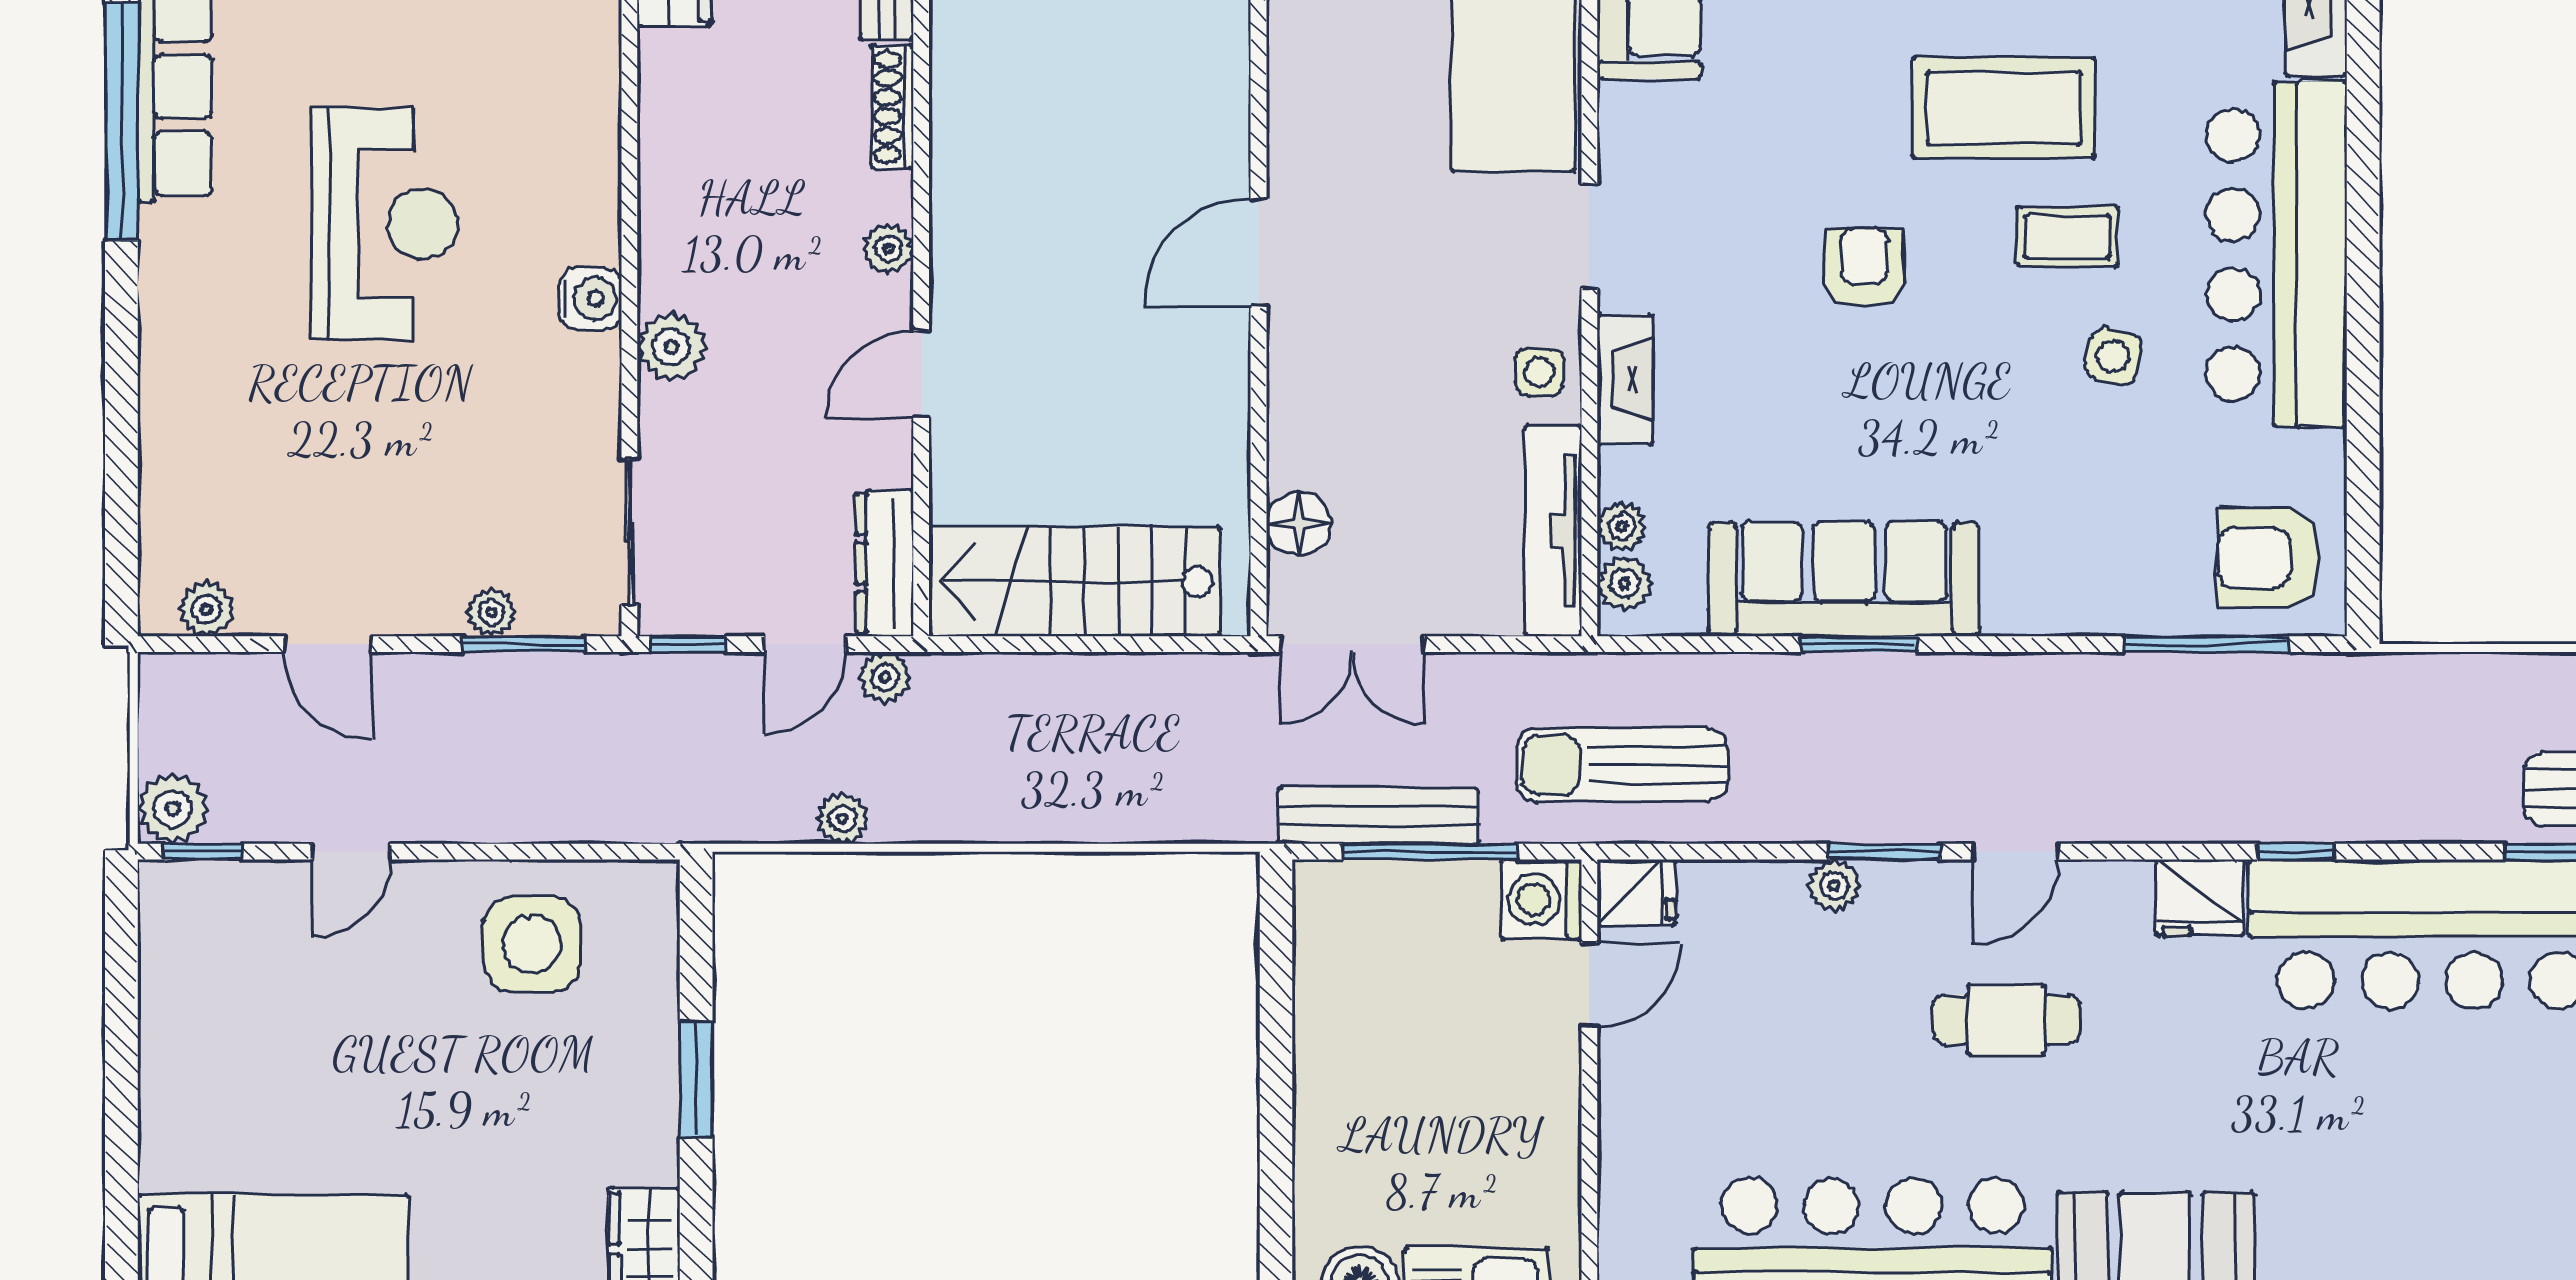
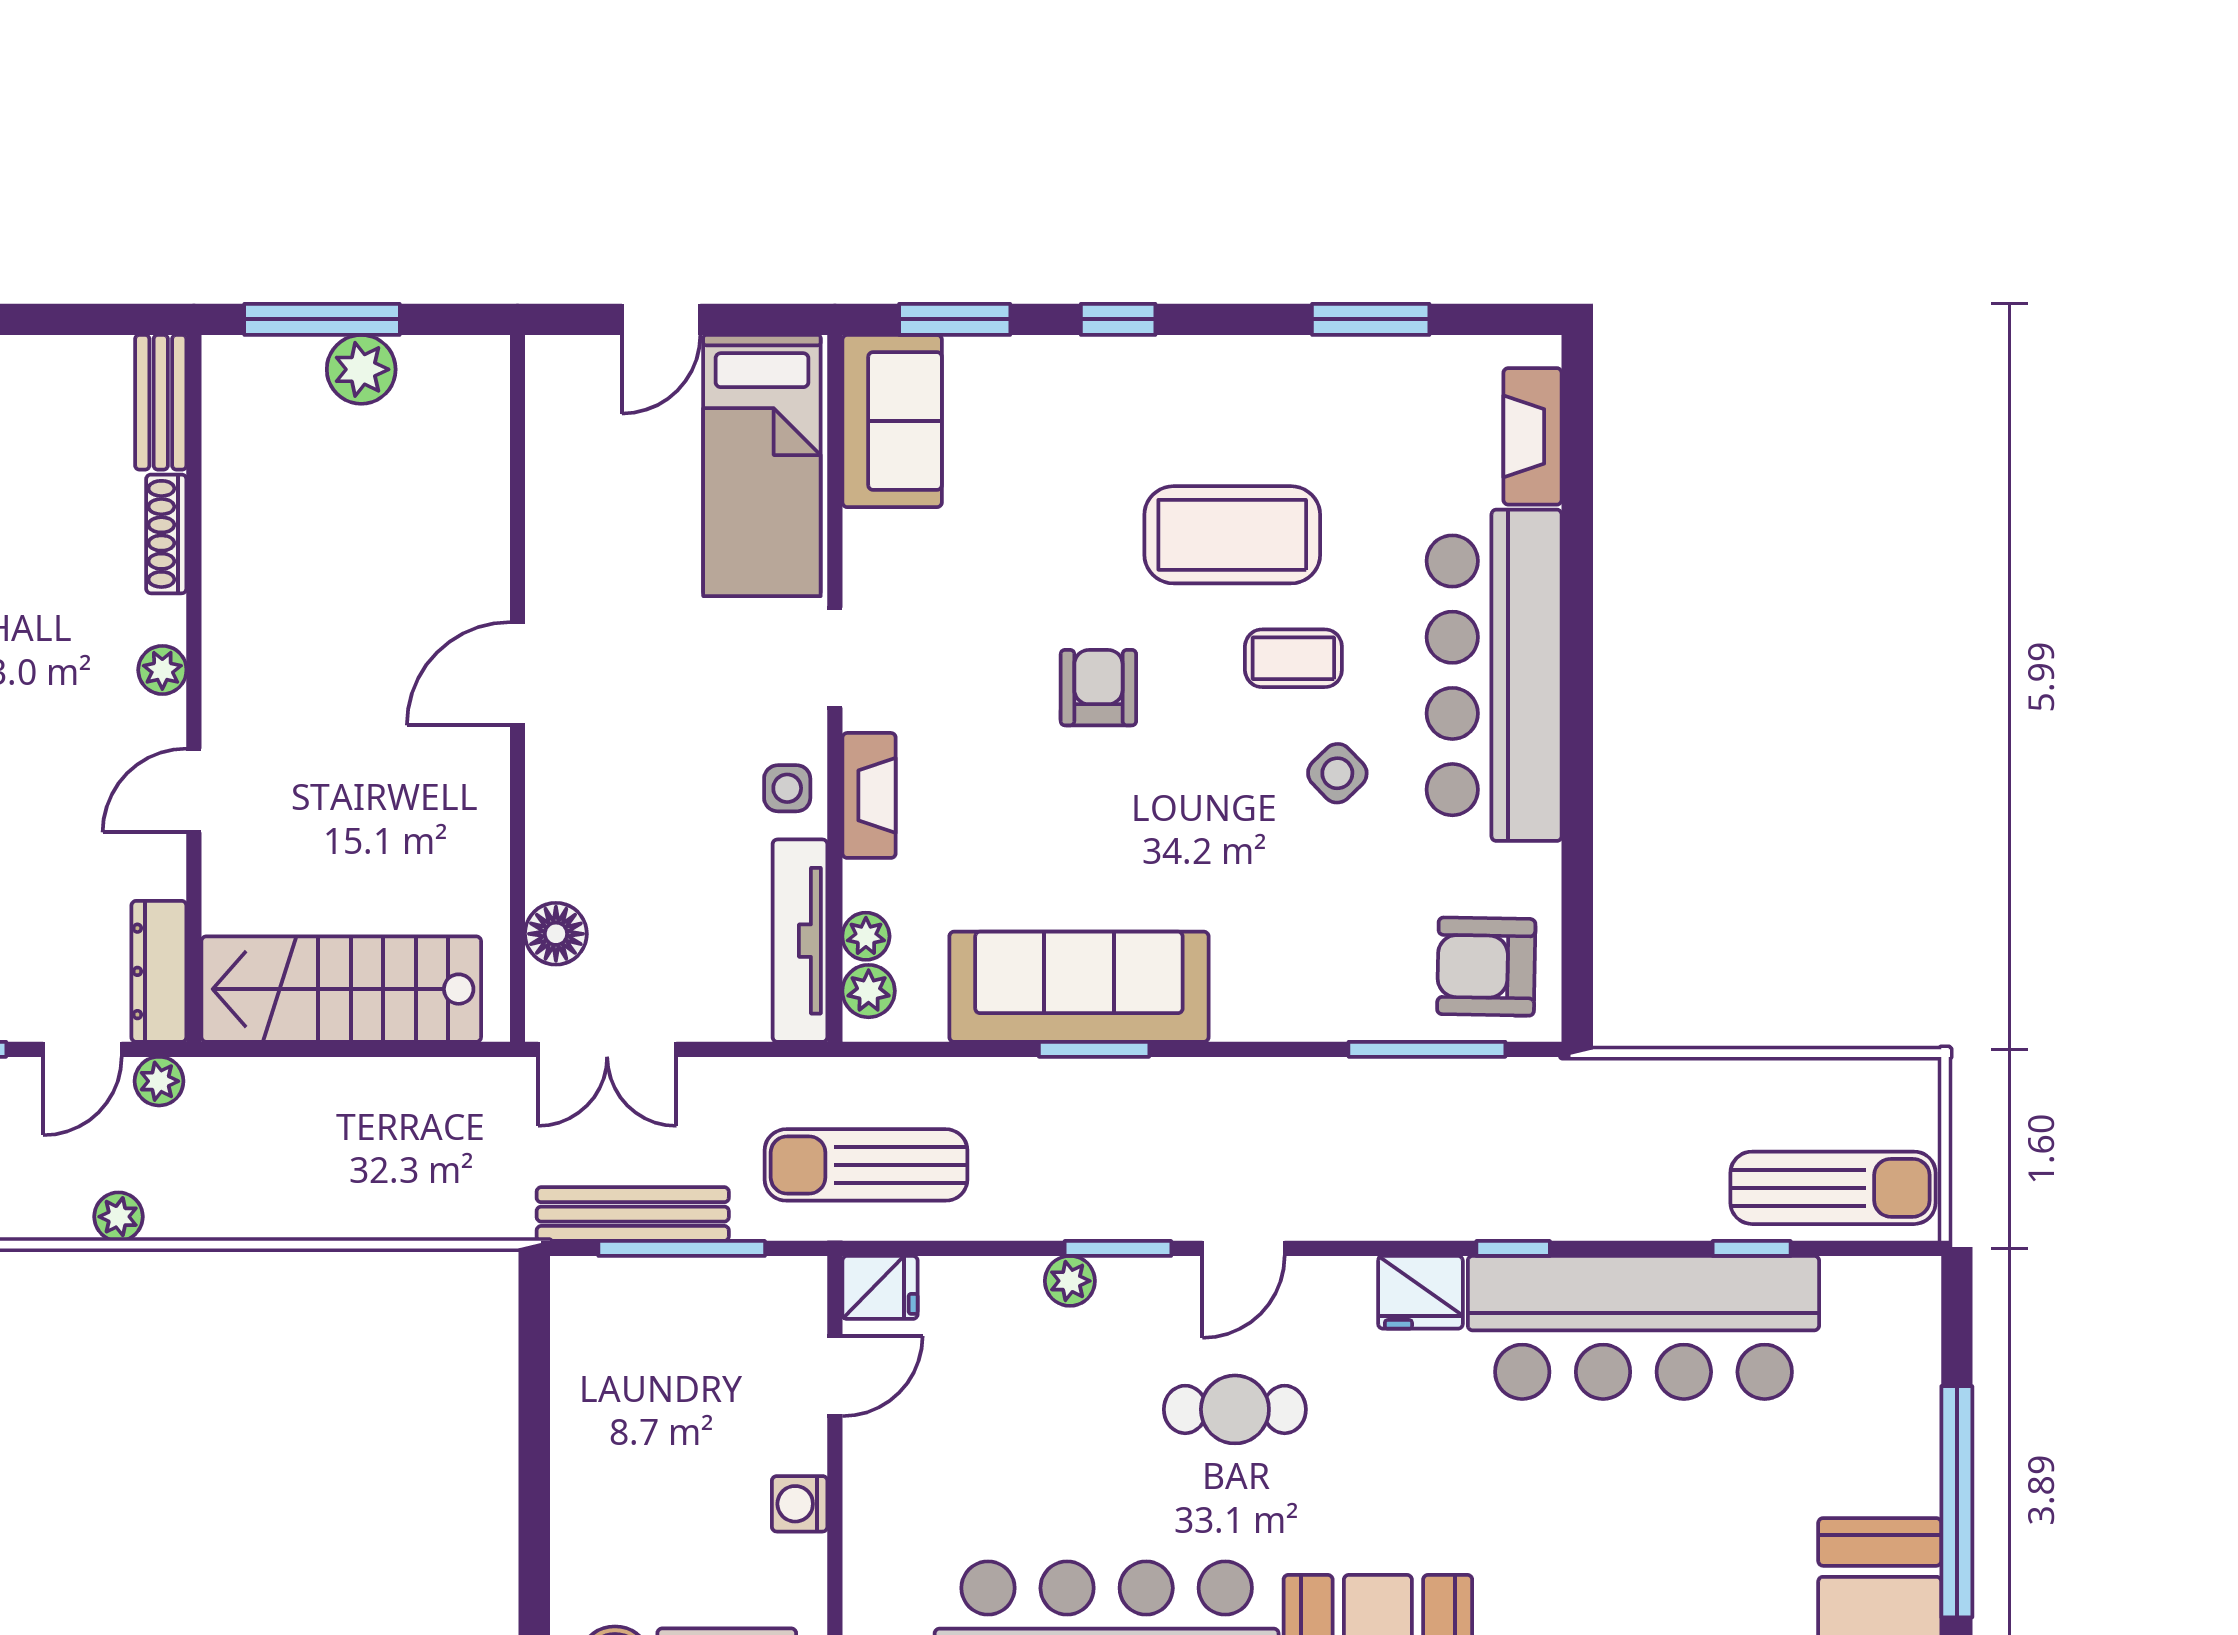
side table: (2113, 356) -> (1337, 773), turned 31
washing machine: (1542, 899) -> (800, 1504), moved, width x0.73, depth x0.73

